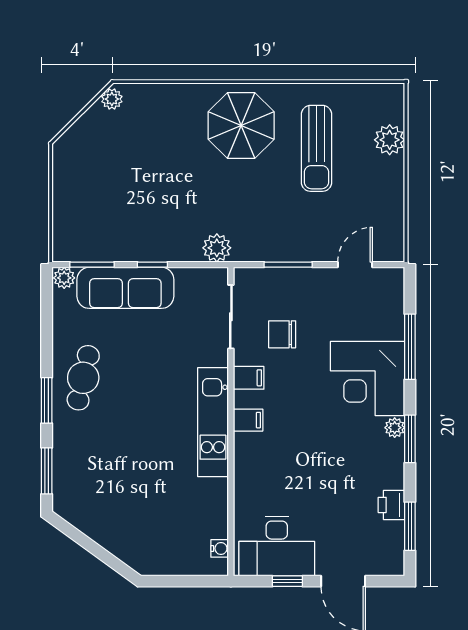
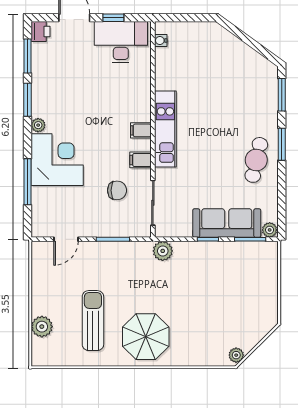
window: (410, 439) -> (28, 100), moved
printer: (391, 505) -> (40, 32), moved

